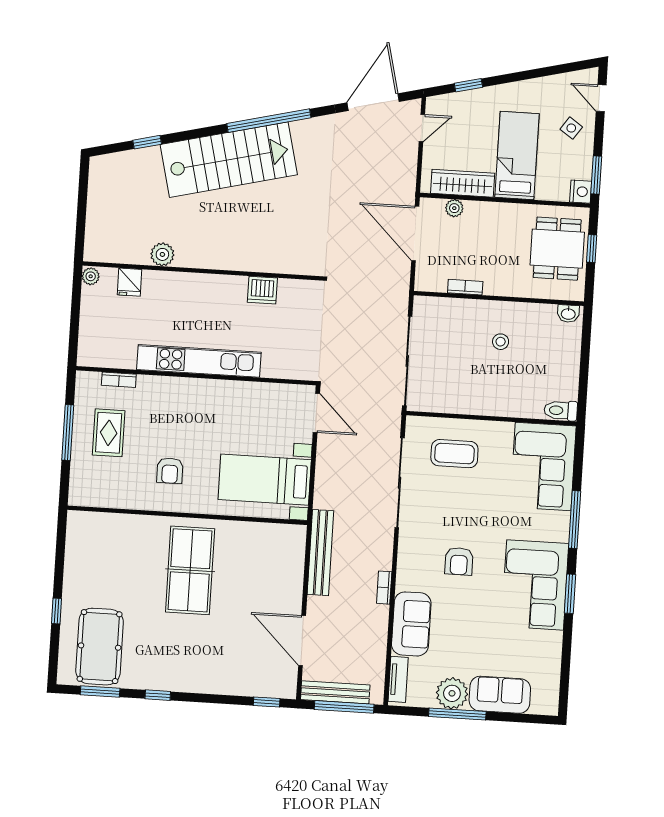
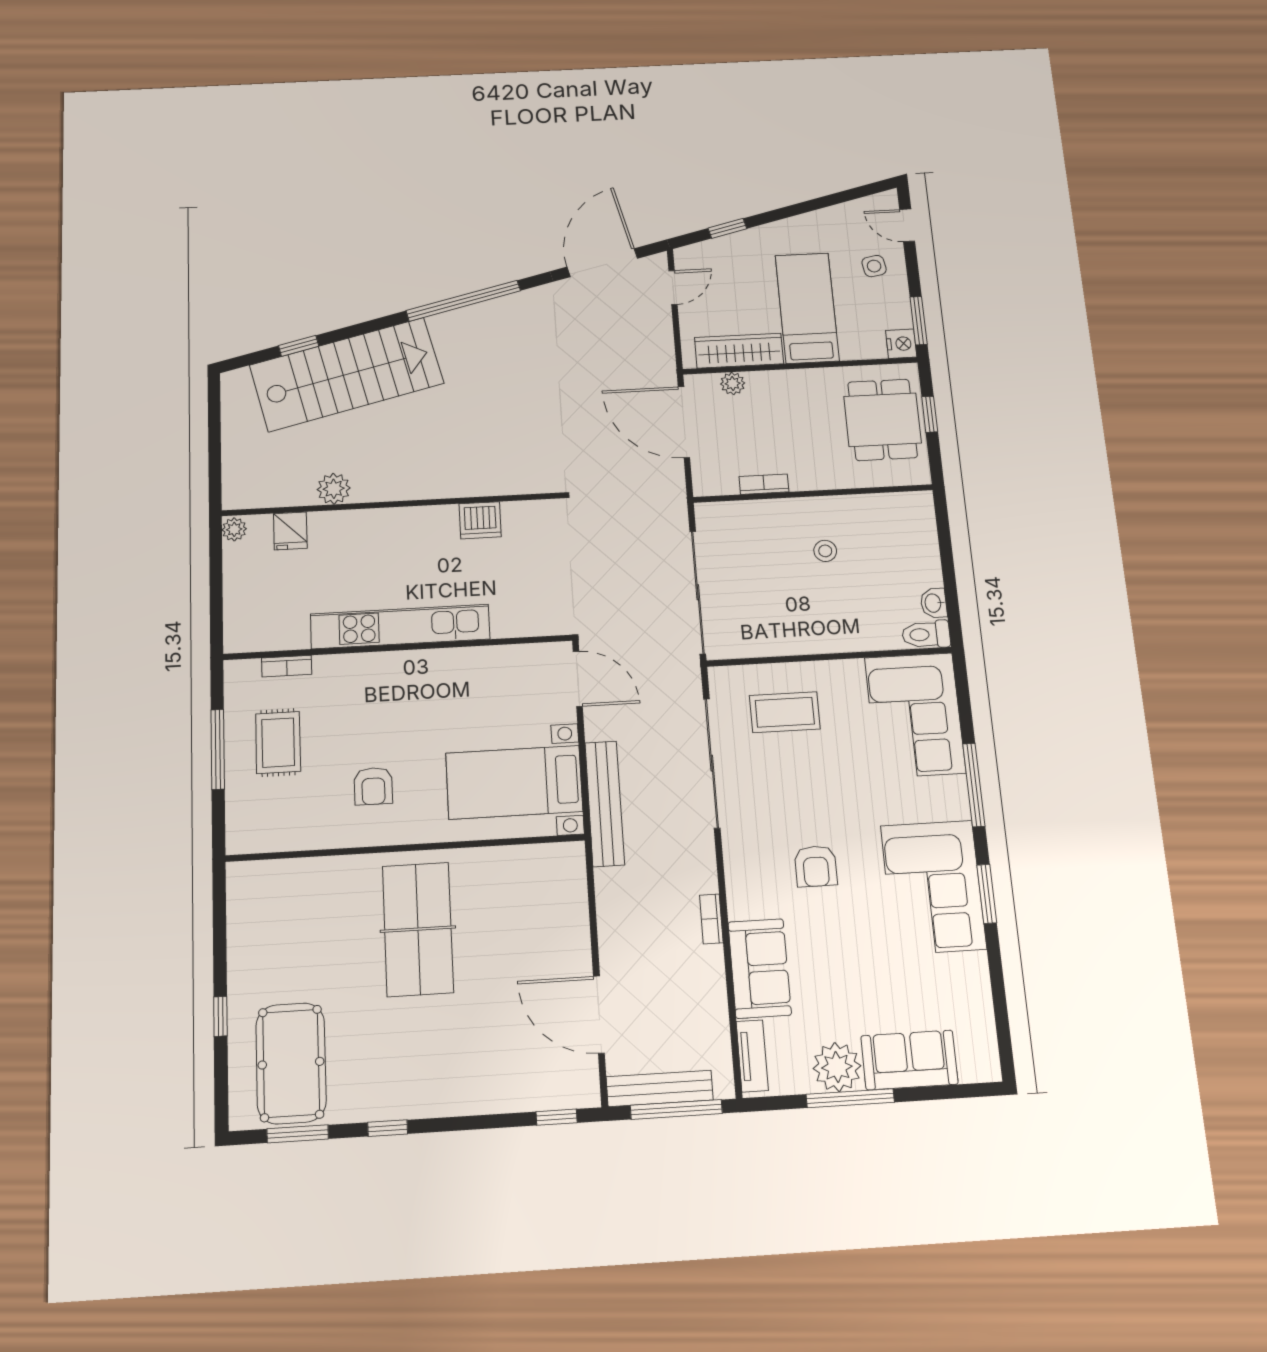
side table: (571, 128) -> (874, 266), turned 45
stairs: (229, 160) -> (347, 374), moved
washbasin: (568, 314) -> (934, 603), moved, turned 90
bench: (320, 553) -> (605, 803), moved

